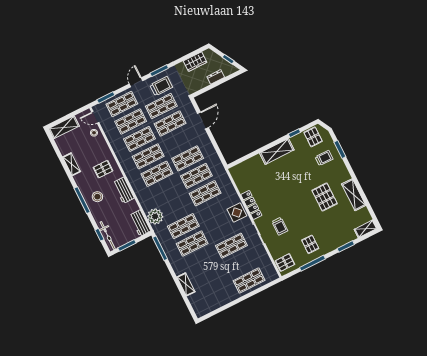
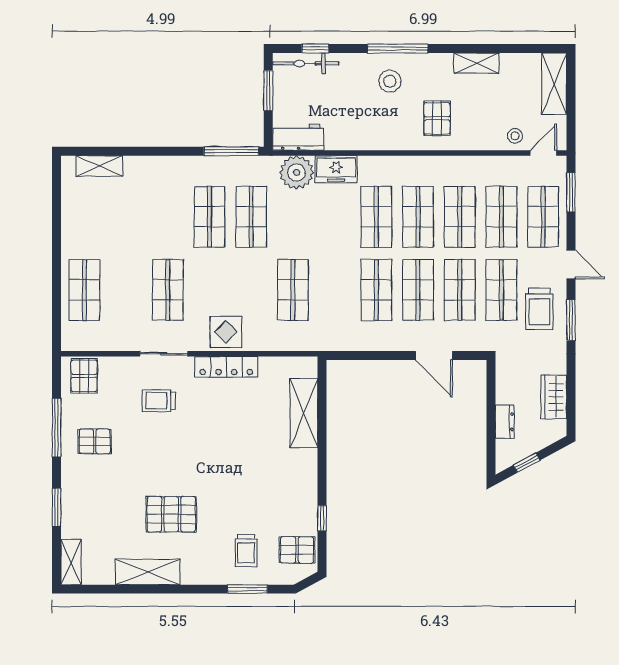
shelving: (277, 151) -> (304, 413), moved
shop shelf: (196, 176) -> (418, 290), moved
workbench: (124, 190) -> (377, 137), removed
freezer: (146, 201) -> (336, 169), added
shelving: (186, 284) -> (99, 166), moved

